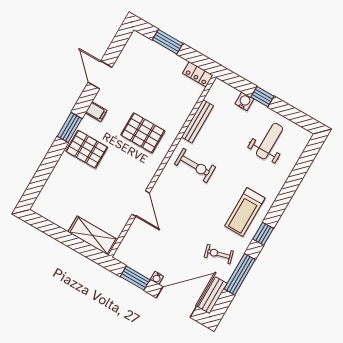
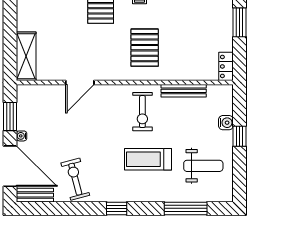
treadmill: (245, 212) -> (148, 159), moved
exercise bike: (219, 254) -> (75, 179), width x1.38, depth x1.39
window: (240, 274) -> (186, 208), moved

